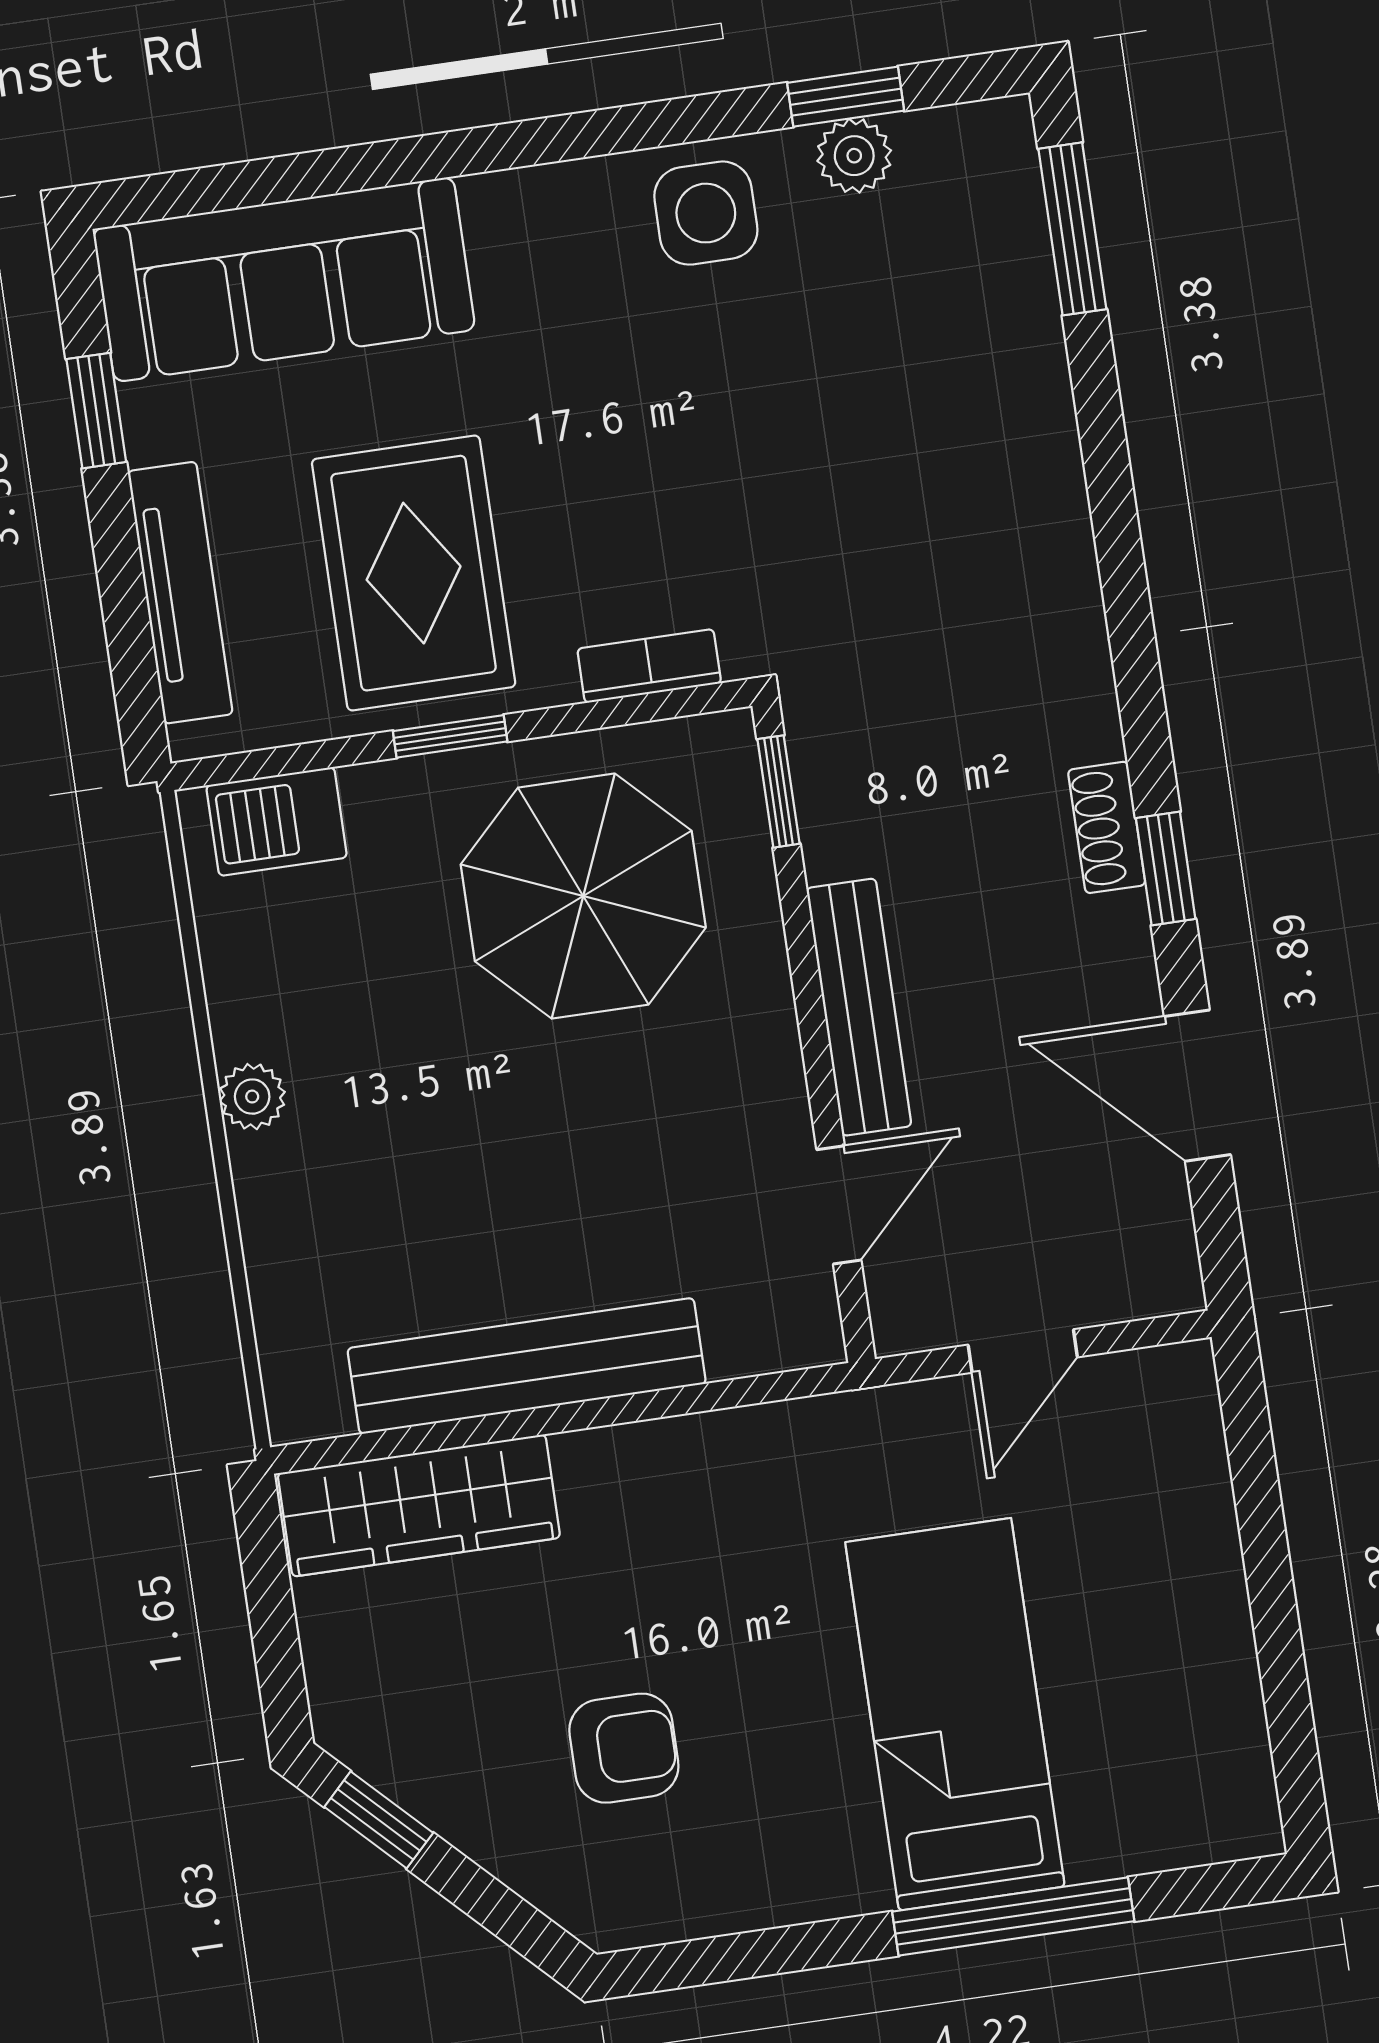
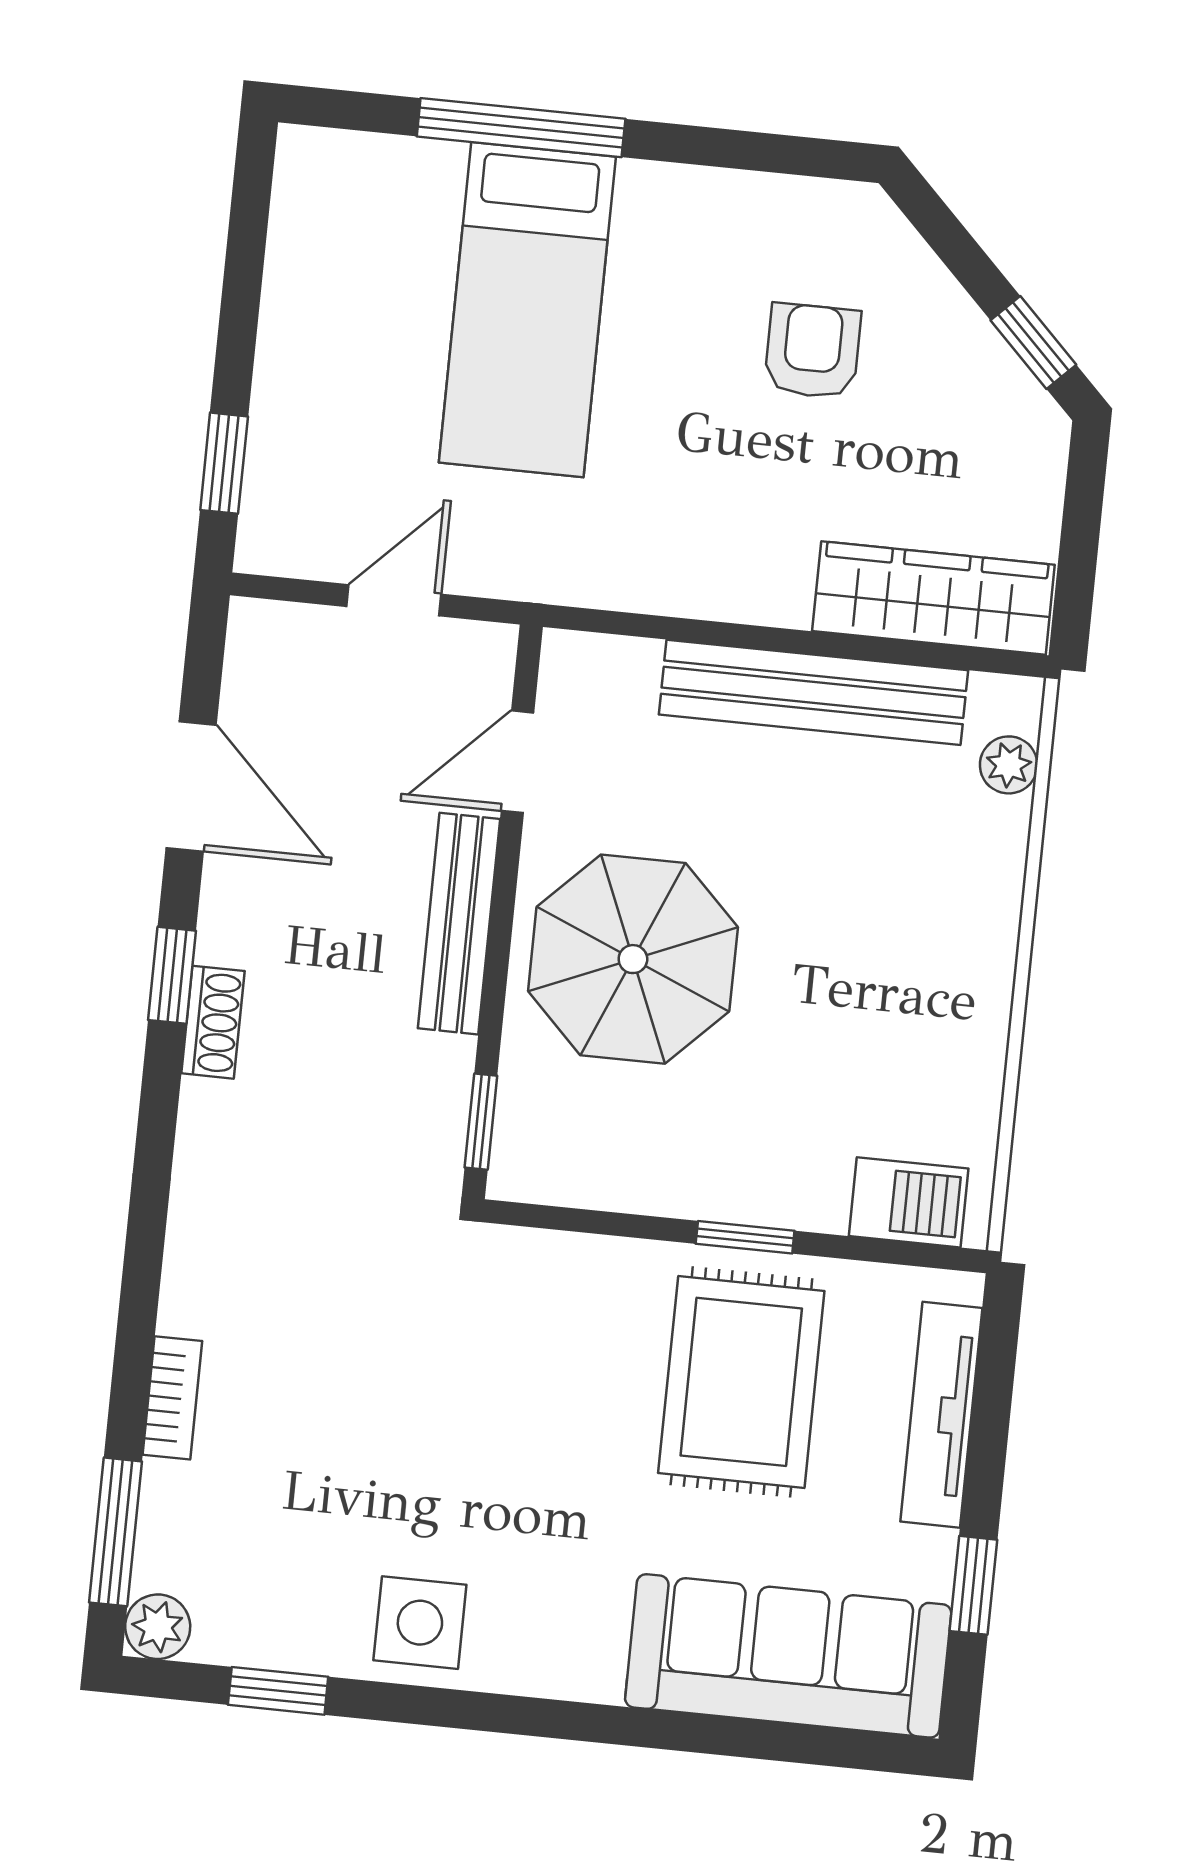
plant: (854, 156) -> (158, 1627), moved
bookcase: (649, 666) -> (172, 1398), moved, turned -90
parasol: (583, 896) -> (633, 959), moved
plant: (252, 1097) -> (1009, 765), moved
window: (1252, 1457) -> (224, 463), added
armchair: (624, 1748) -> (812, 351), turned 90

